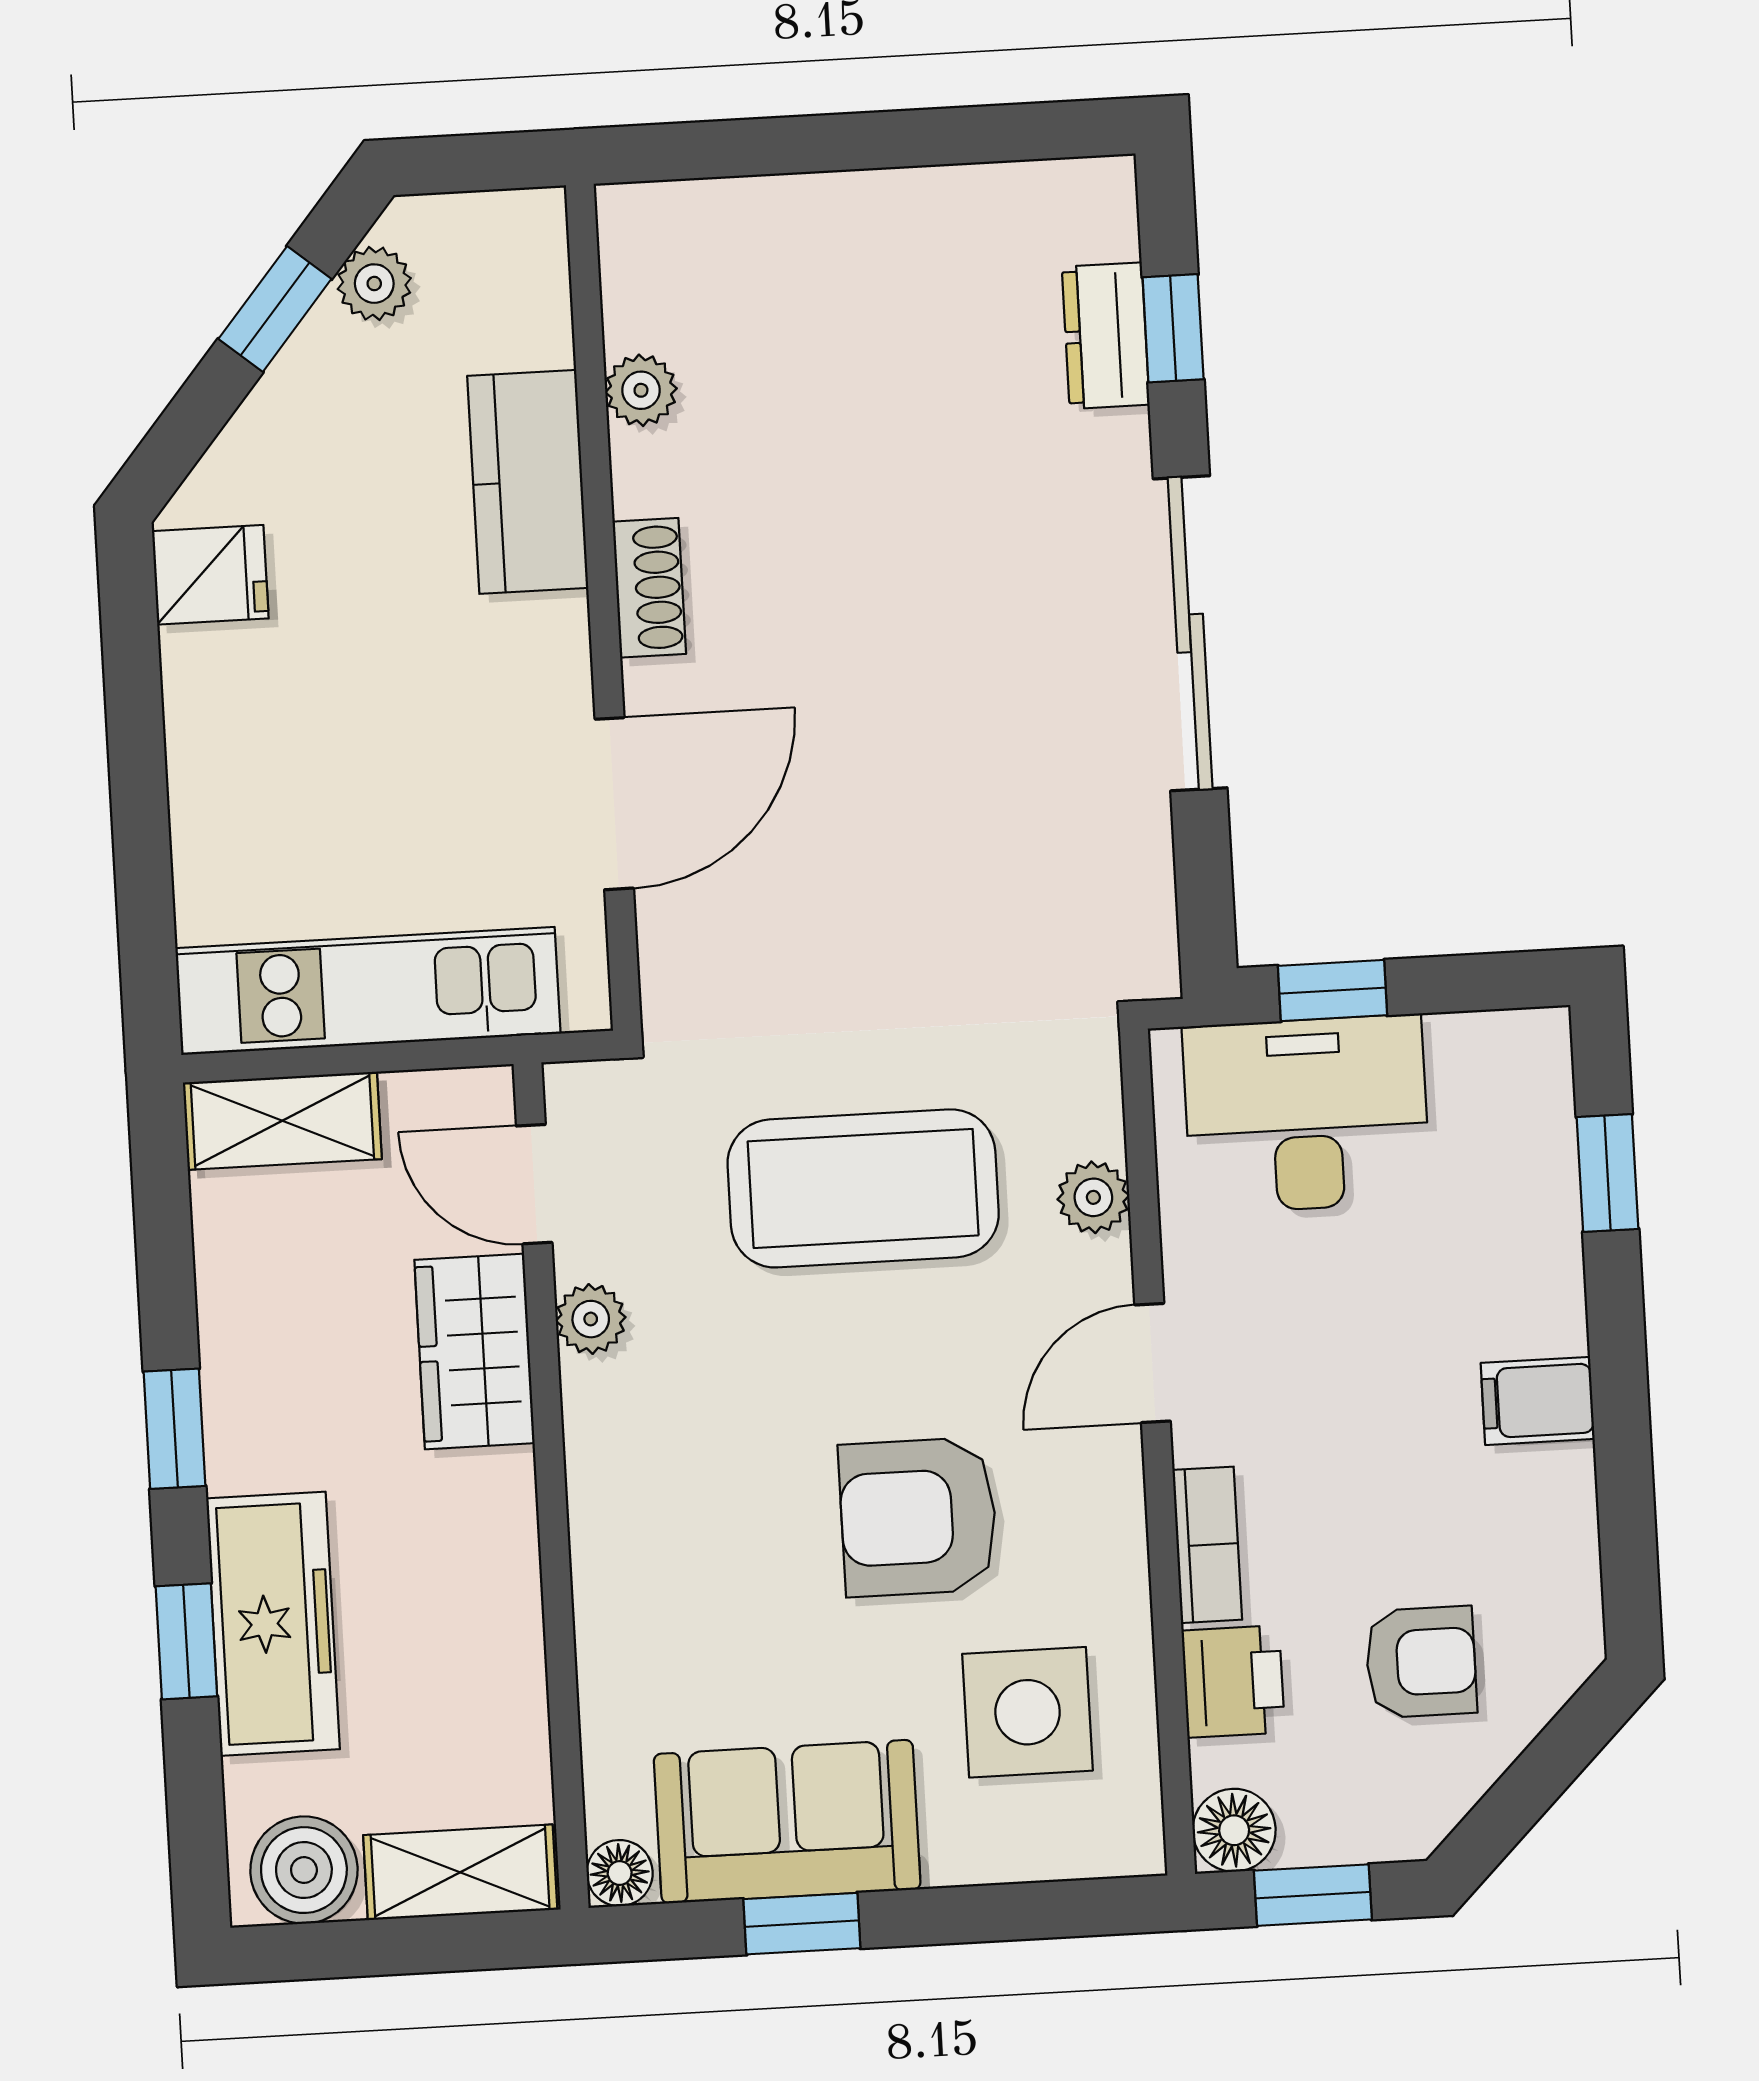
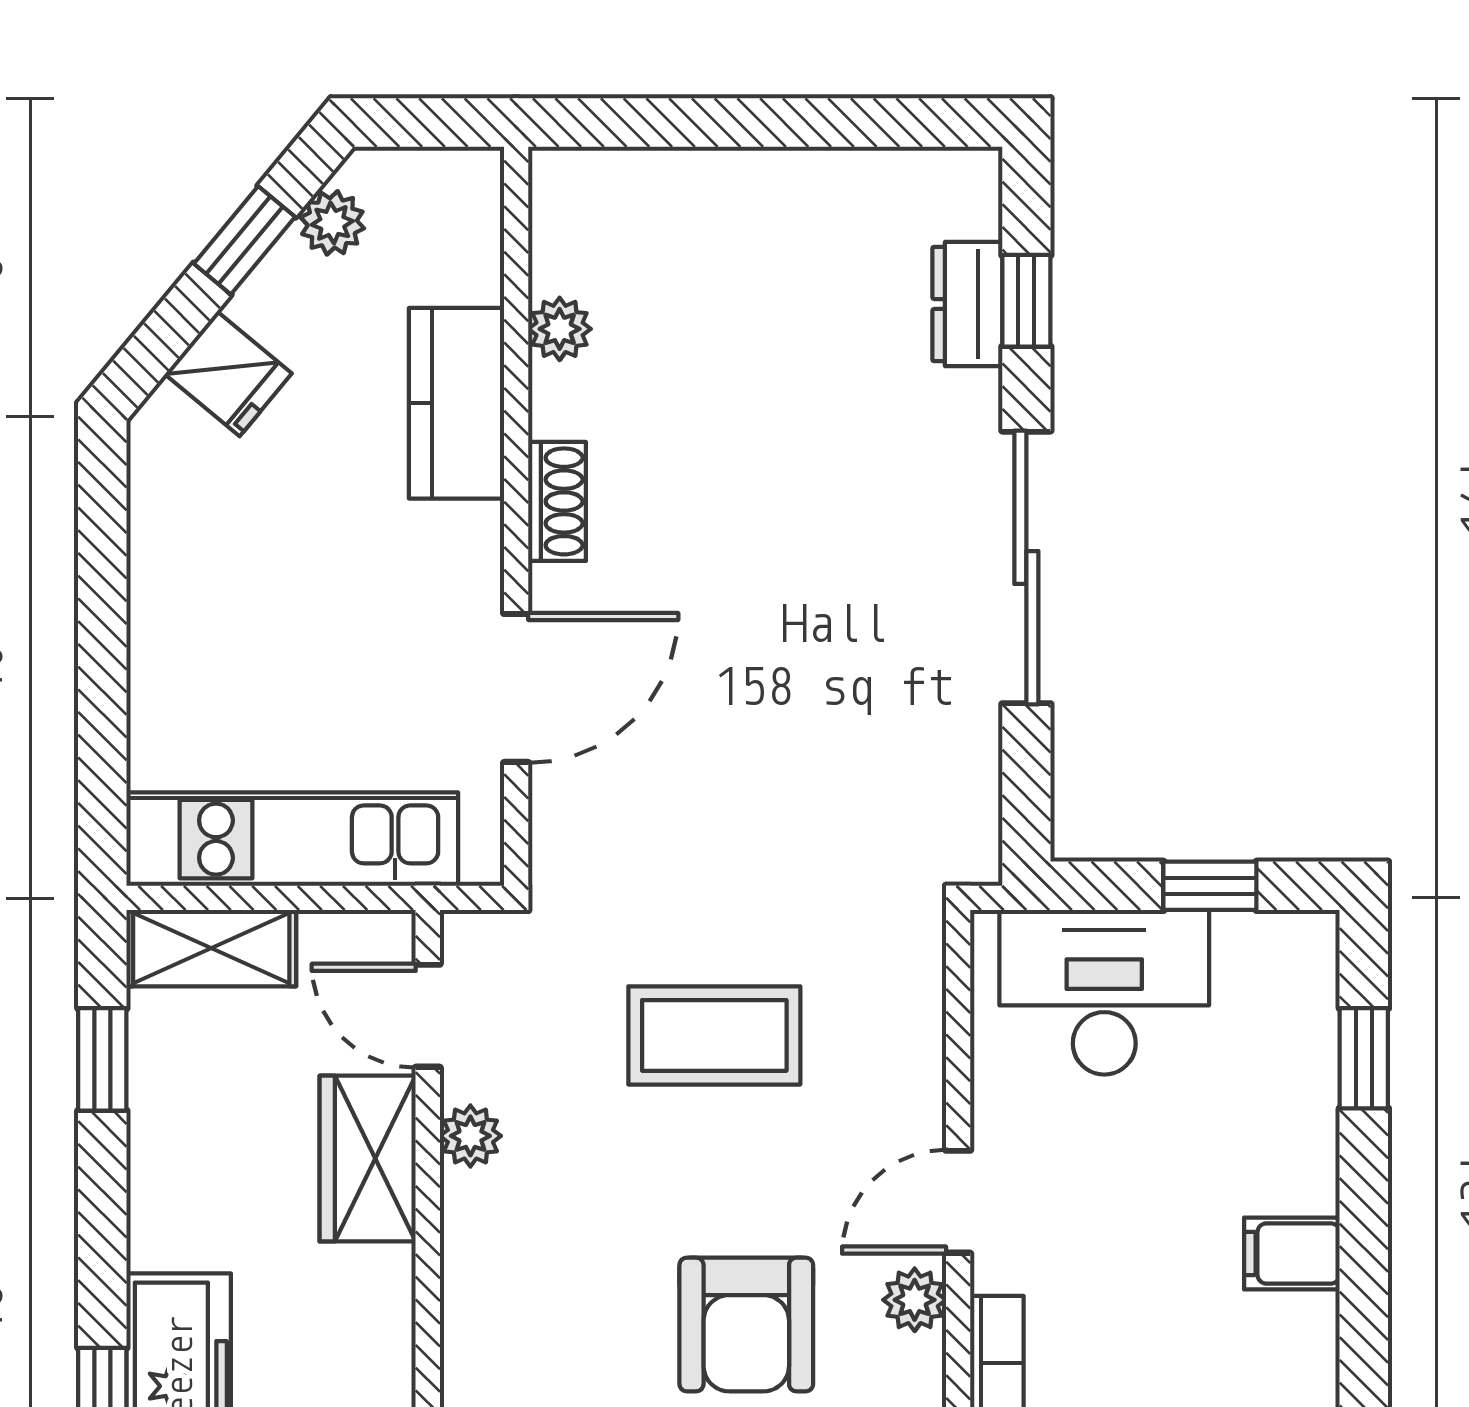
fridge: (210, 575) -> (228, 374), moved, turned 40
window: (1333, 991) -> (1210, 886), moved
coffee table: (863, 1188) -> (714, 1035), width x0.73, depth x0.76
plant: (1093, 1197) -> (915, 1300), moved
window: (174, 1429) -> (102, 1059), moved
armchair: (918, 1517) -> (746, 1325), turned -90

